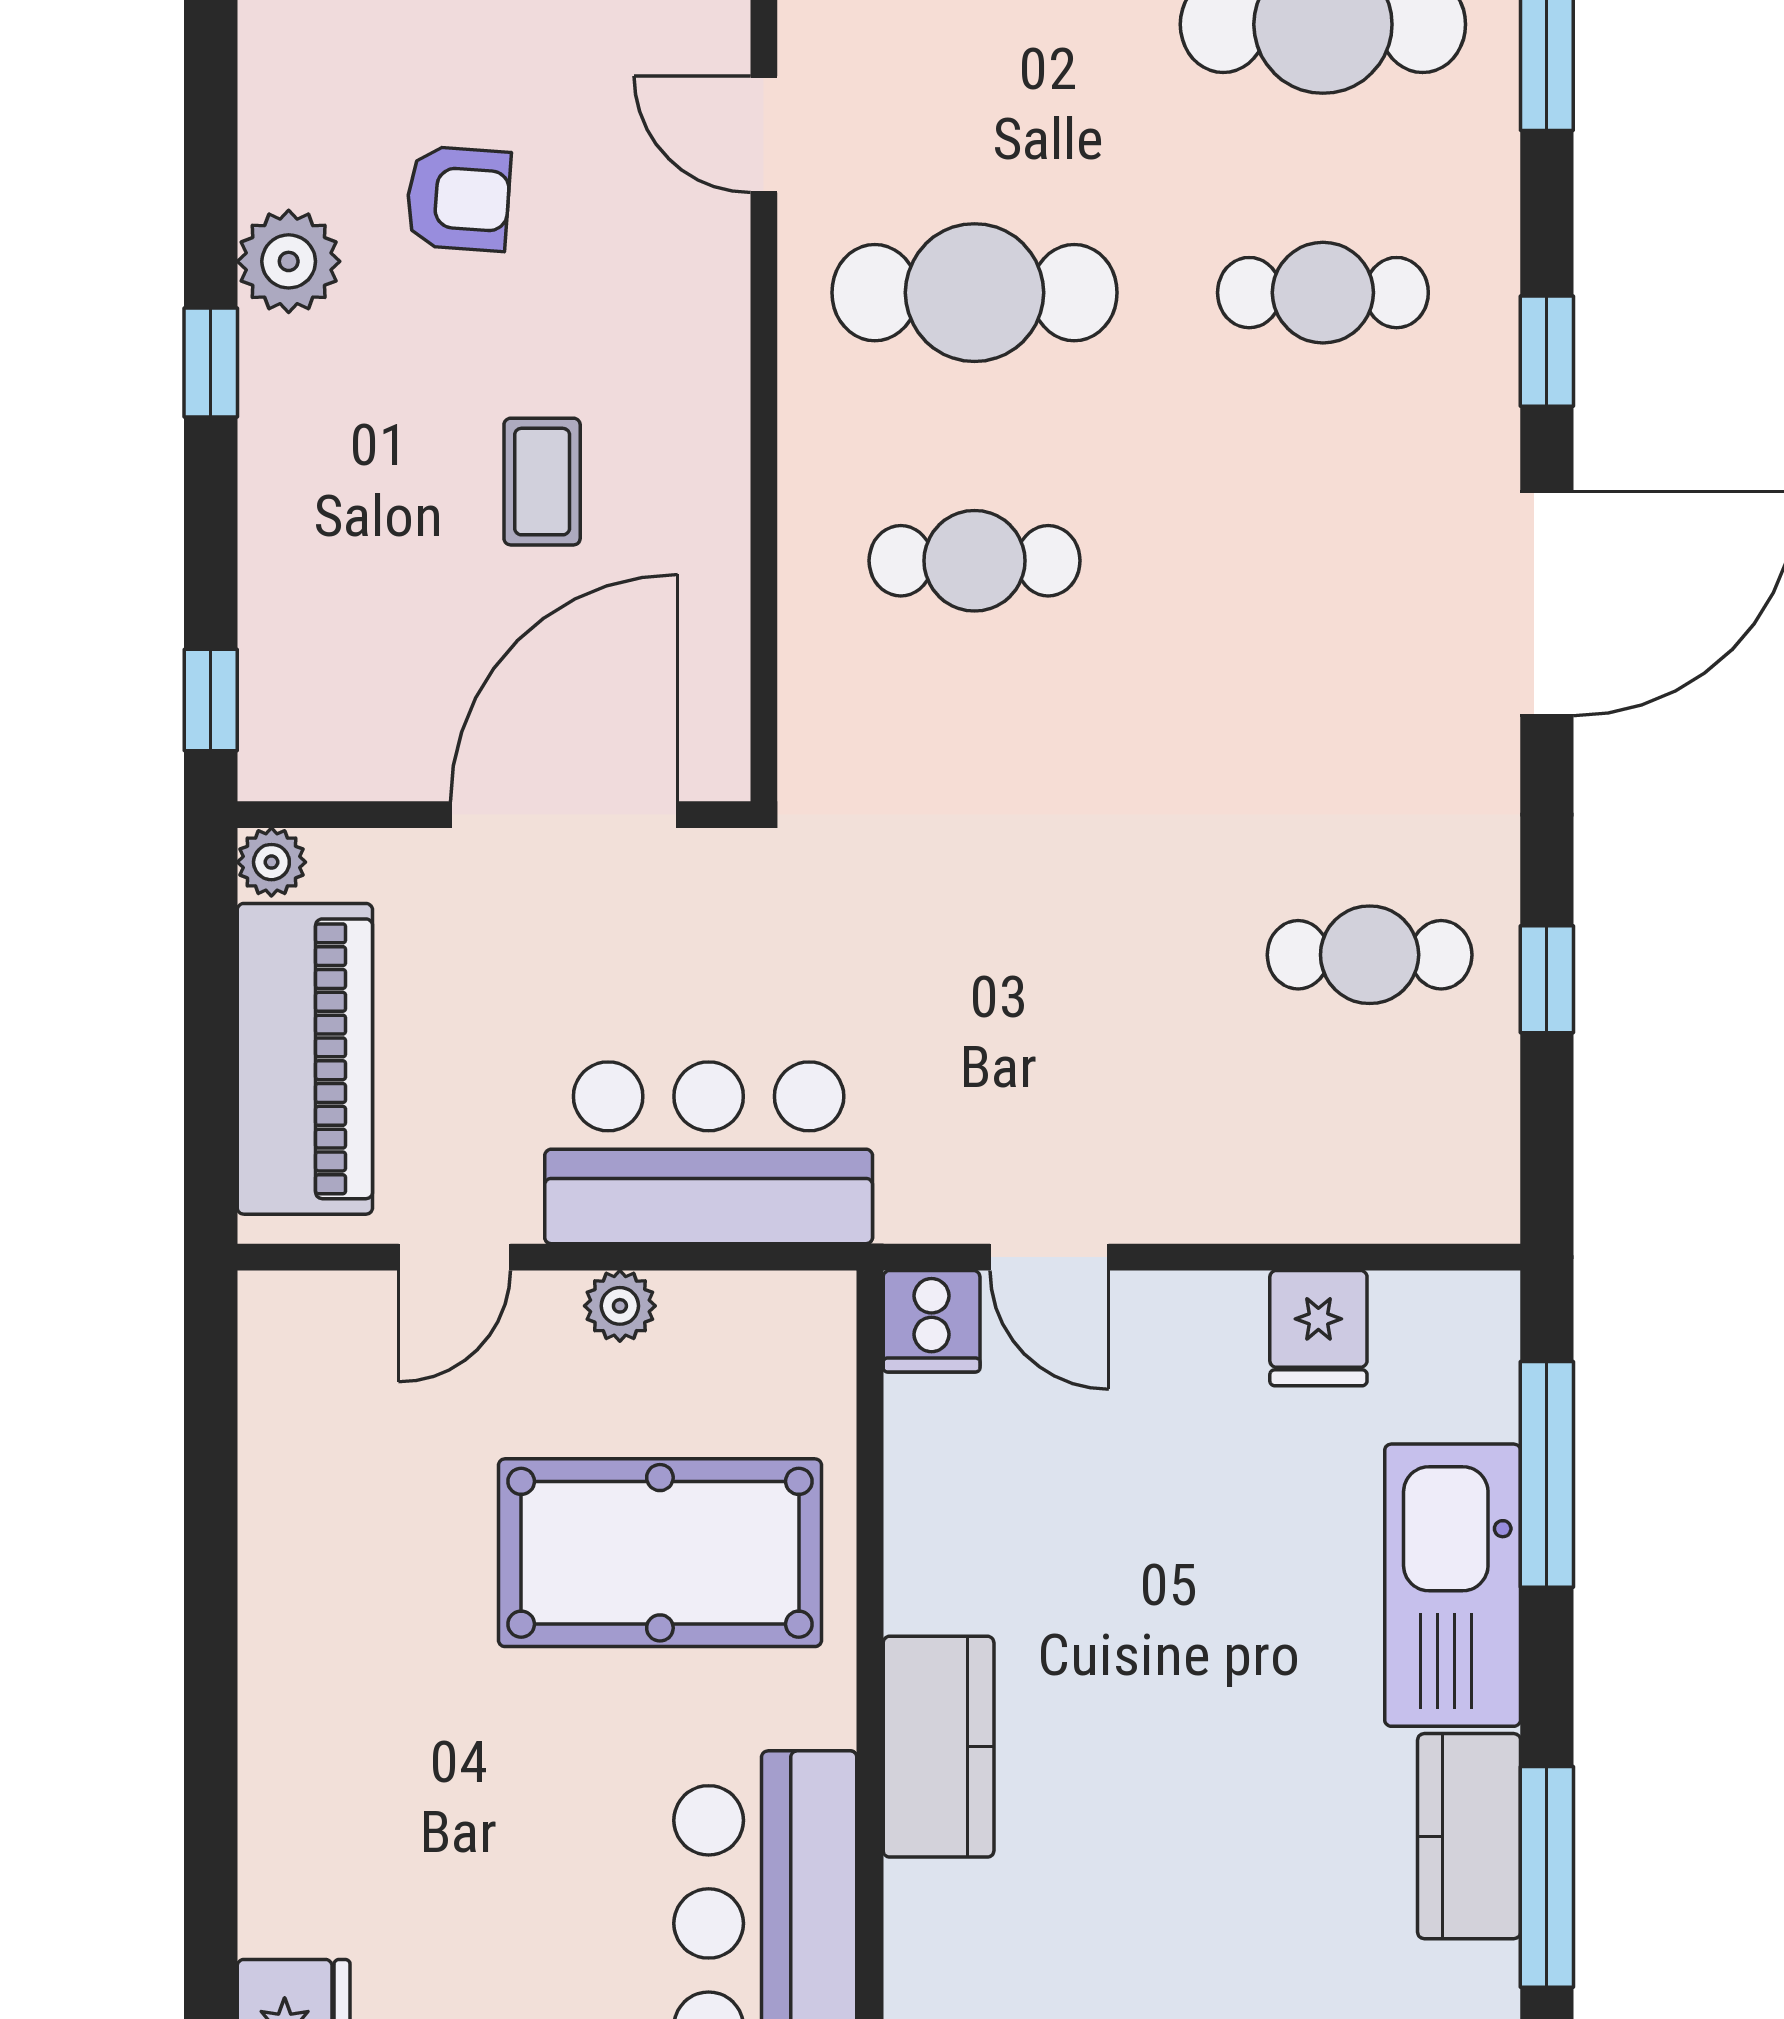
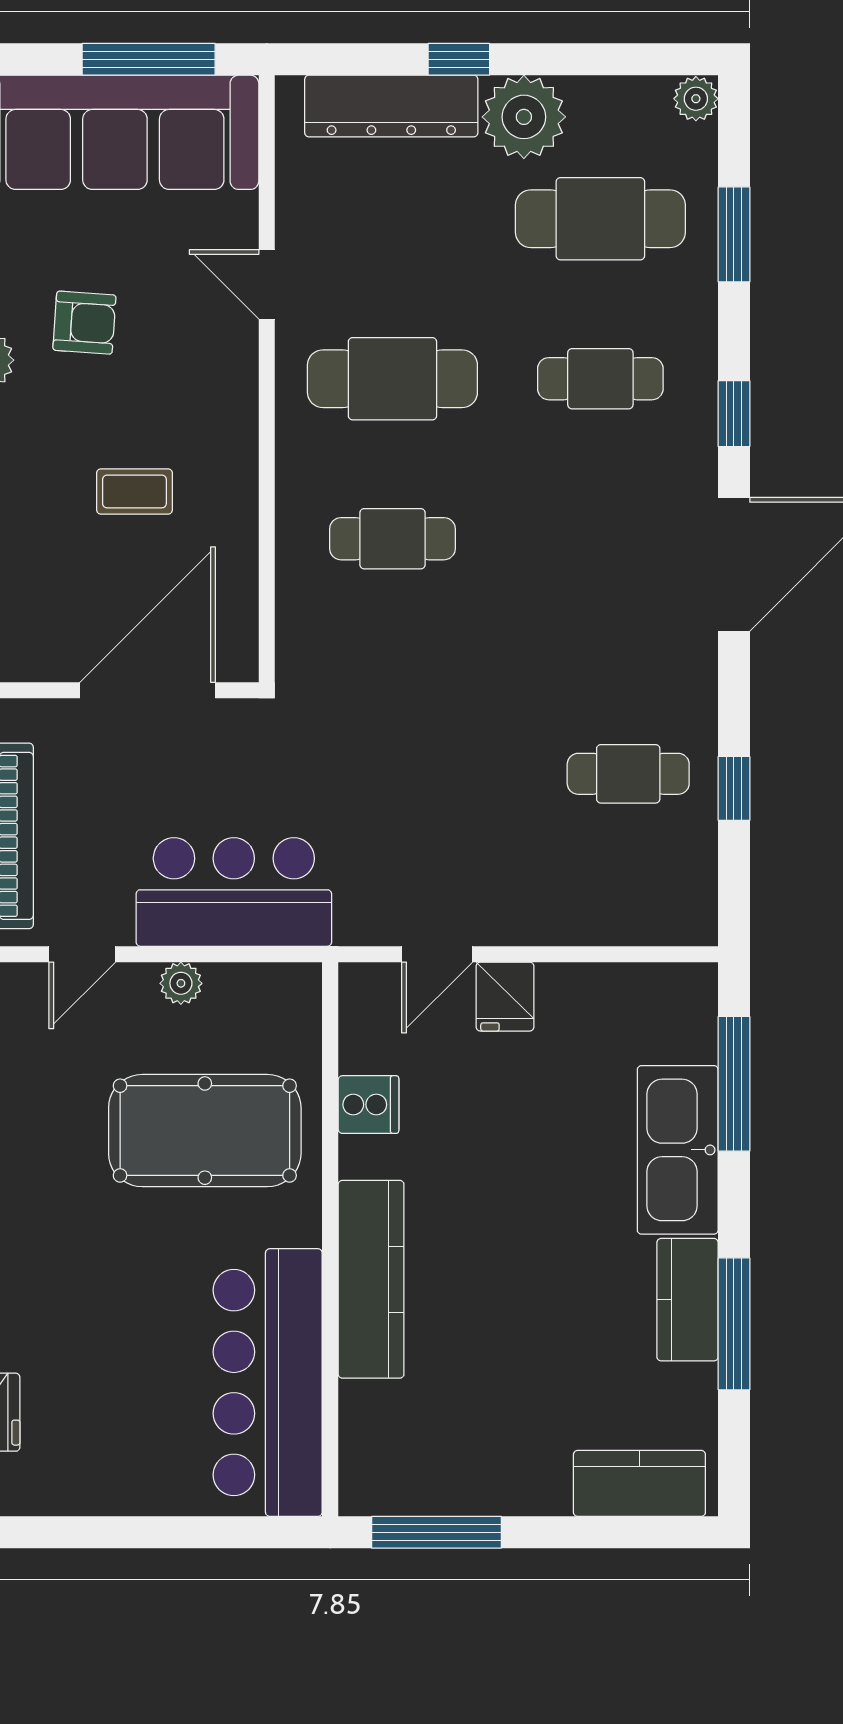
coffee table: (542, 482) -> (134, 491), turned 90
door: (1049, 1257) -> (437, 954), hinge flipped
cooker: (932, 1321) -> (368, 1105), moved, turned -90
fridge: (1318, 1328) -> (505, 997), moved
kitchen counter: (939, 1747) -> (371, 1279), width x1.50

